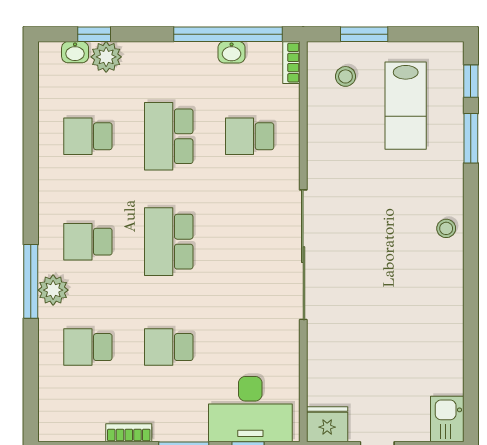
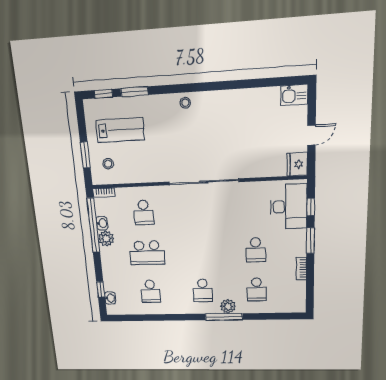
plant: (106, 57) -> (106, 239), moved
school desk: (169, 242) -> (201, 251), removed

